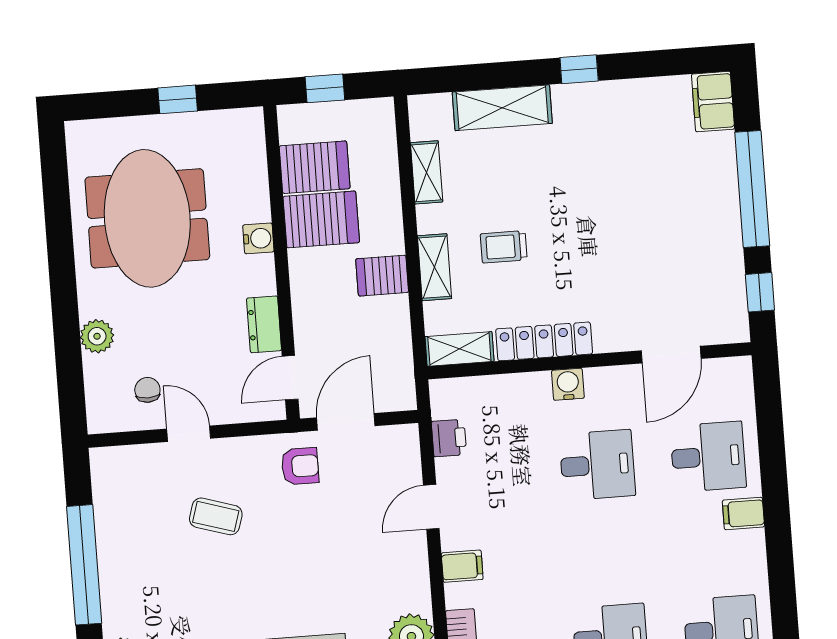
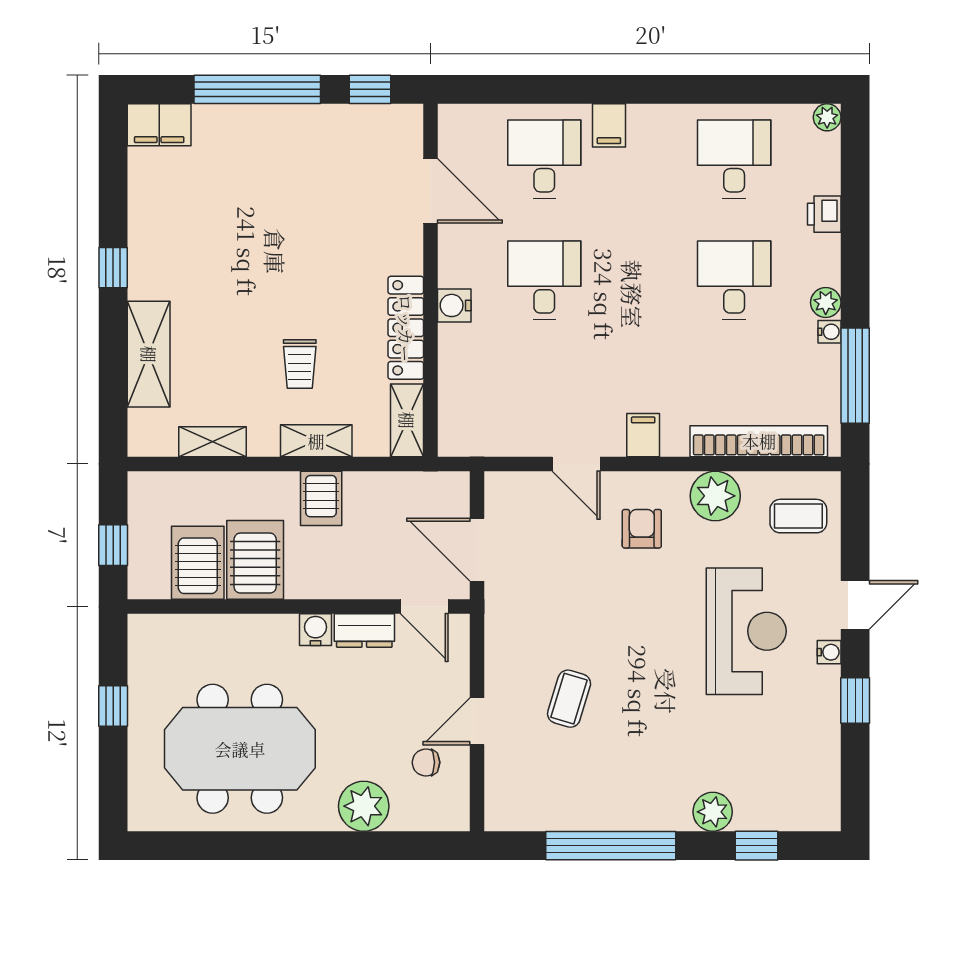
water cooler: (258, 238) -> (316, 630), moved
plant: (97, 336) -> (364, 806), width x1.36, depth x1.36
printer: (449, 438) -> (503, 439), removed
armchair: (300, 466) -> (642, 529), moved

